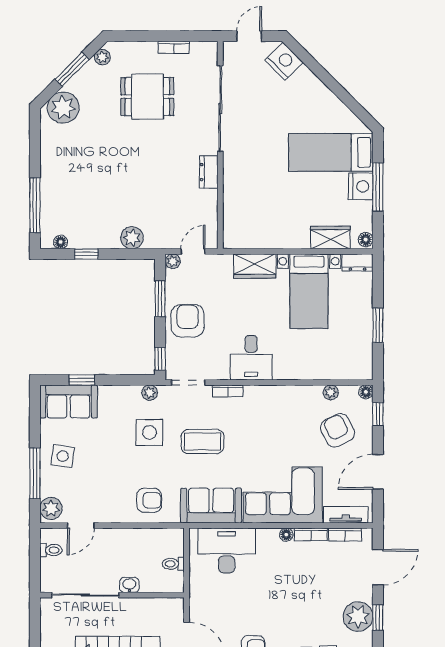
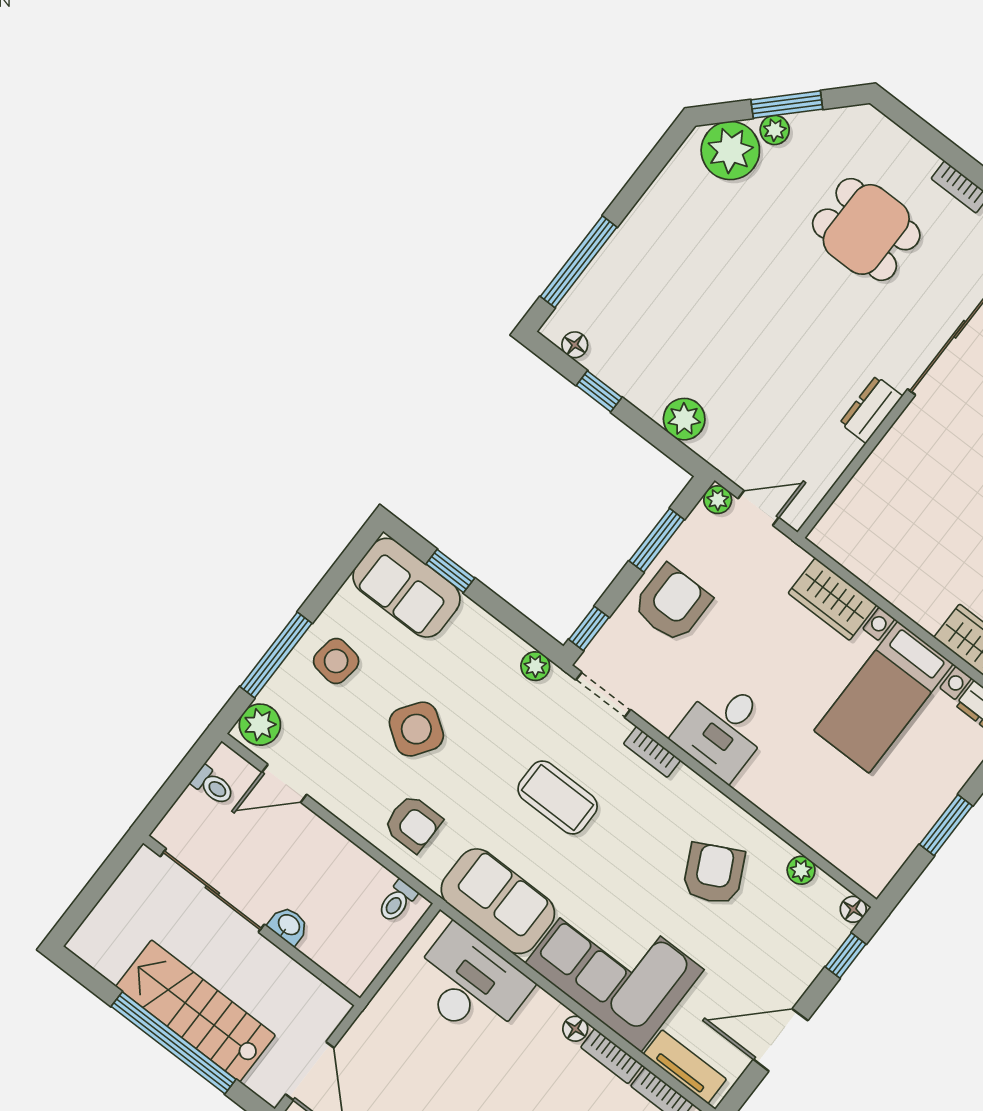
plant: (102, 57) -> (775, 130), moved
armchair: (338, 430) -> (714, 874), moved
side table: (150, 432) -> (416, 729), moved, turned 35
toilet: (173, 564) -> (397, 901), moved, turned -90

